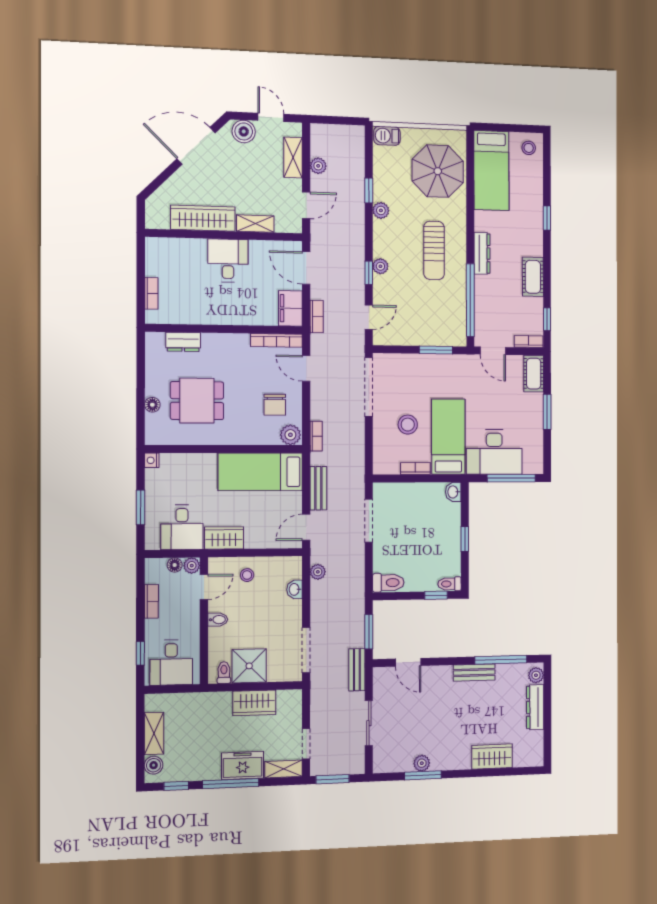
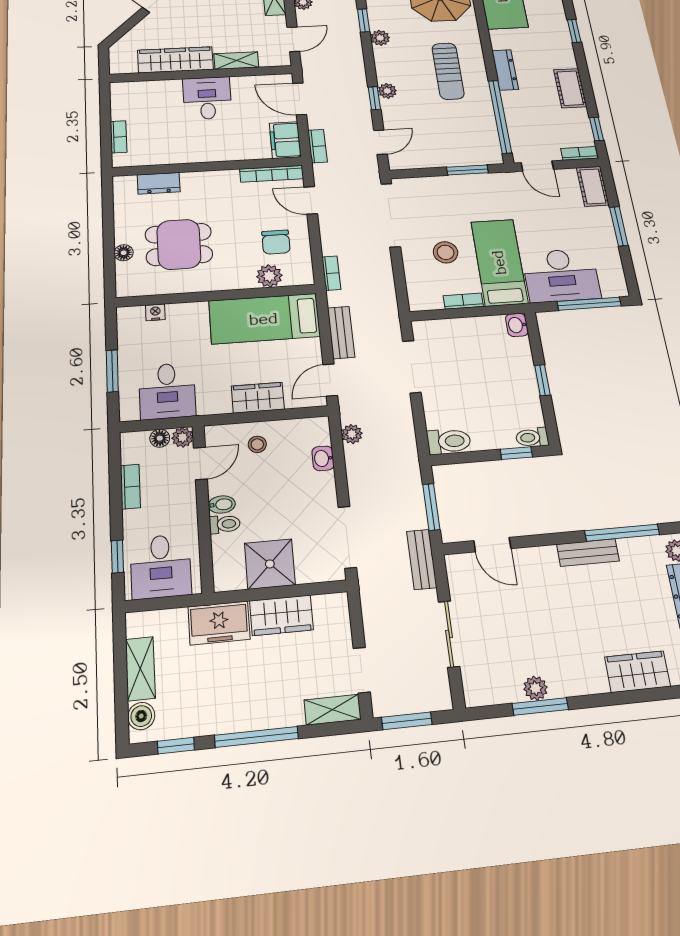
plant: (290, 435) -> (269, 276), moved
nightstand: (152, 460) -> (155, 312), moved, turned 90
wardrobe: (224, 538) -> (258, 398), moved
toilet: (224, 673) -> (225, 524), moved, turned 90
freezer: (243, 766) -> (219, 623), moved, turned 180

